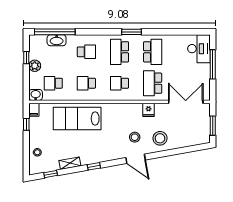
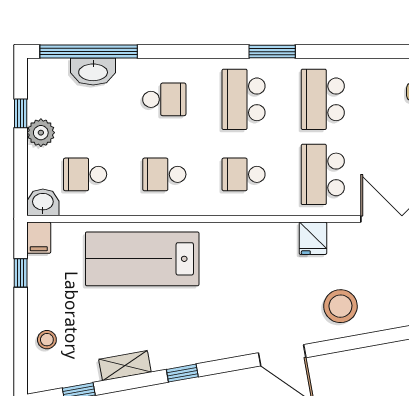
school desk: (153, 52) -> (323, 99), turned 180
stool: (135, 137) -> (280, 304), removed

